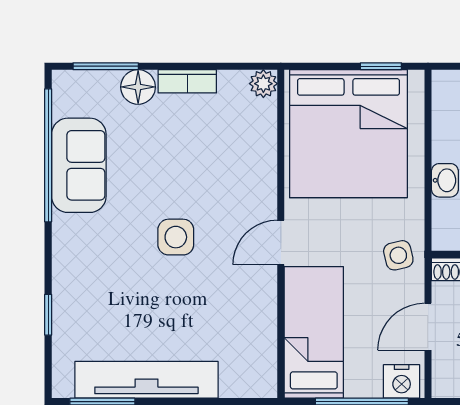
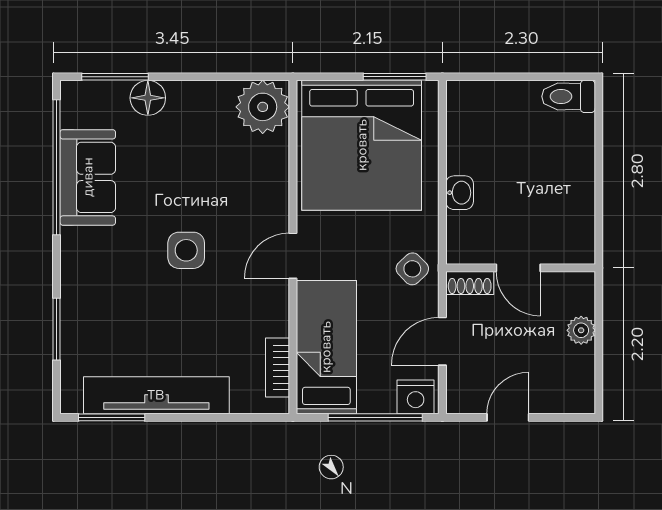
window: (381, 66) -> (395, 77), width x1.50
bookcase: (187, 81) -> (278, 367), moved, turned 90
plant: (263, 84) -> (263, 107), width x1.88, depth x1.88
side table: (398, 255) -> (412, 269), turned -31
window: (48, 315) -> (56, 329), width x1.50

